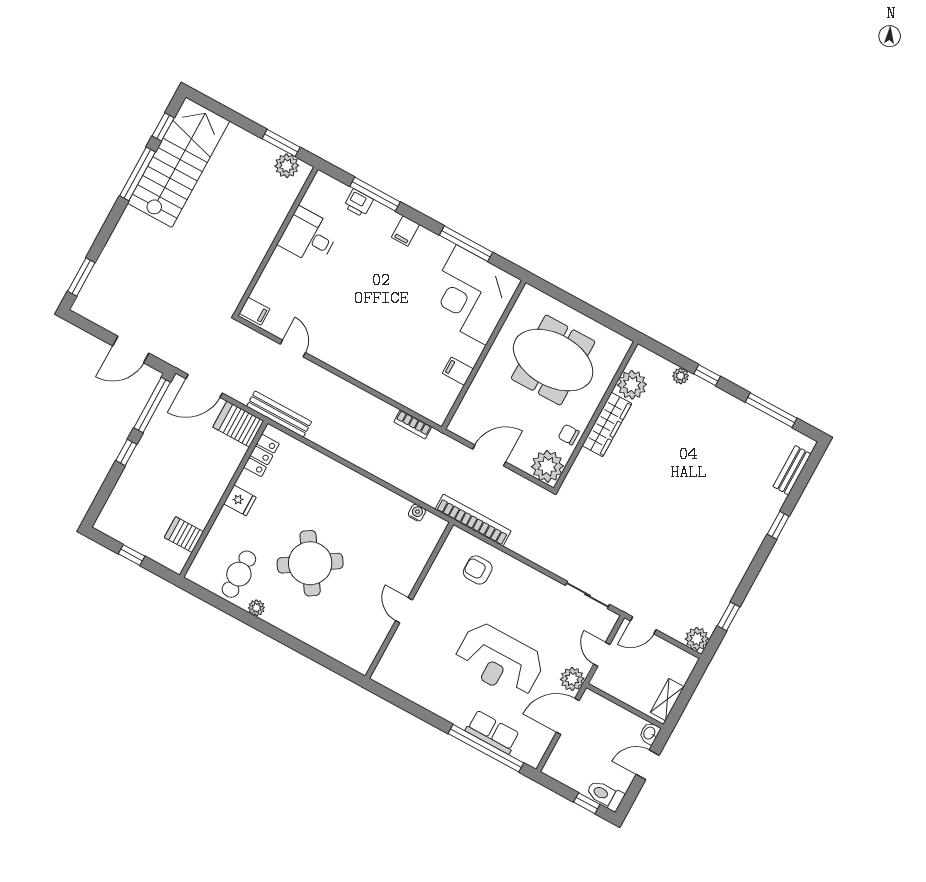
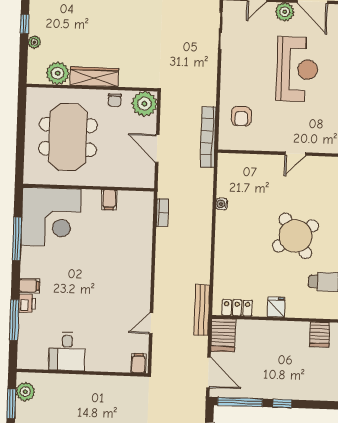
printer: (358, 203) -> (27, 303), moved
water cooler: (417, 513) -> (222, 204), moved

